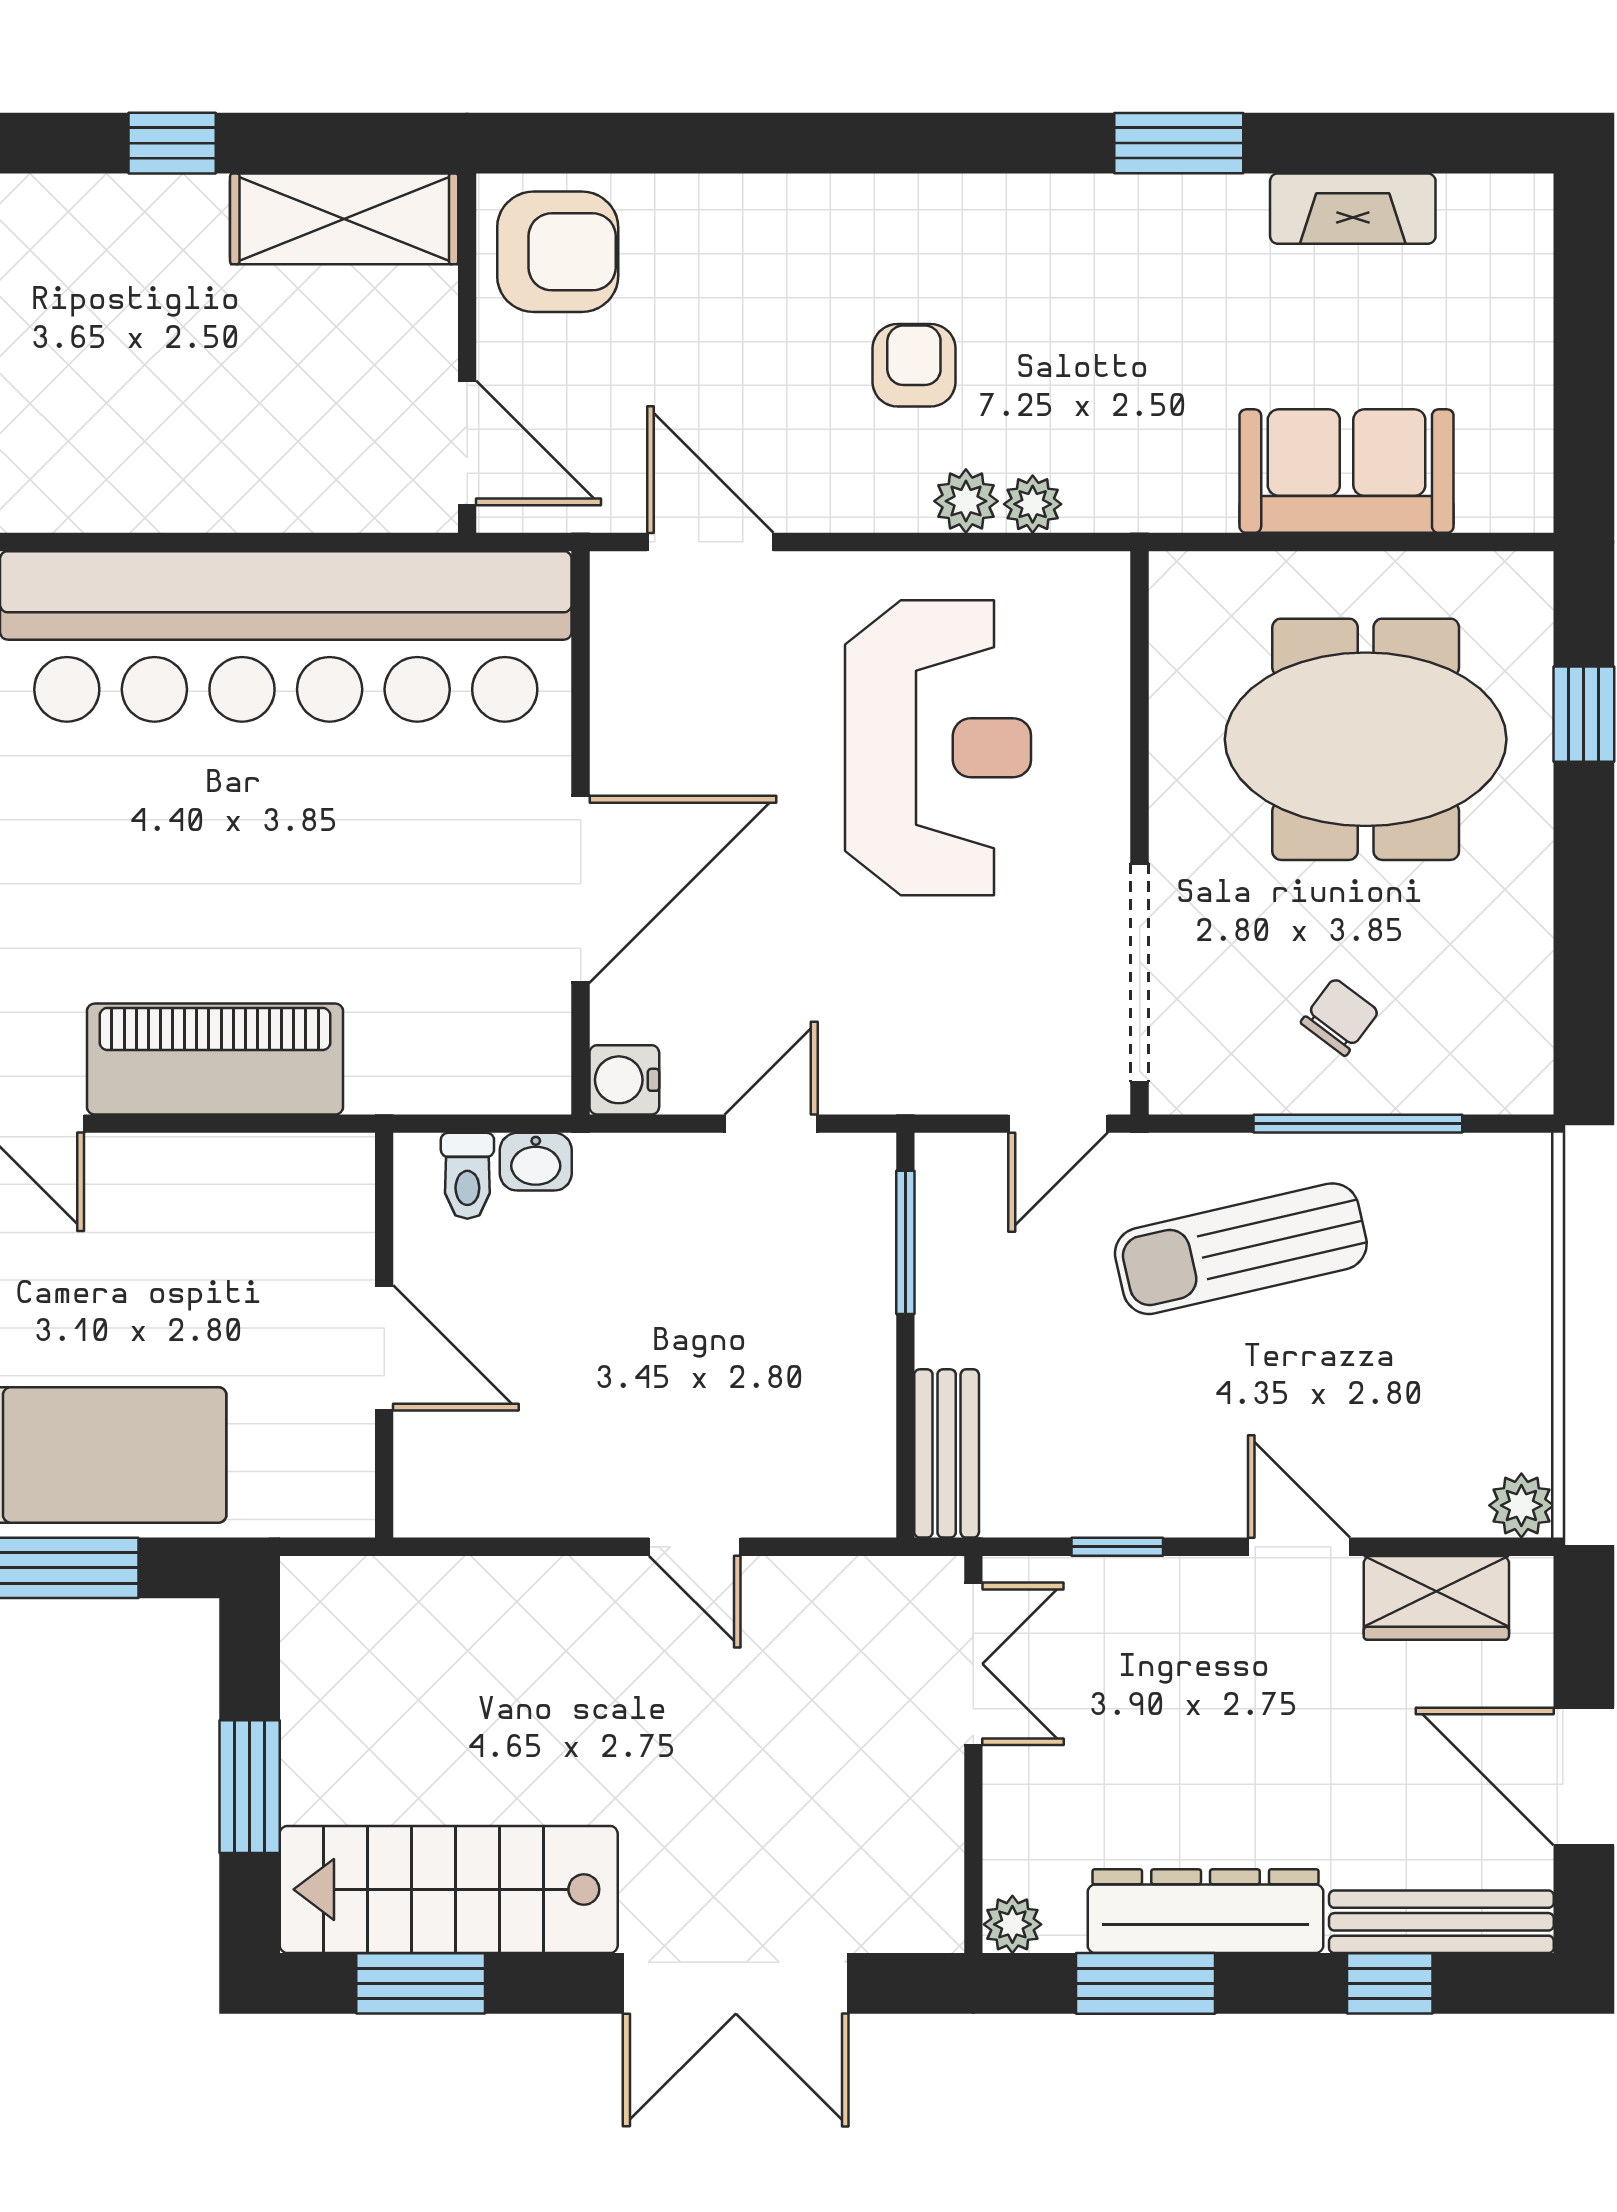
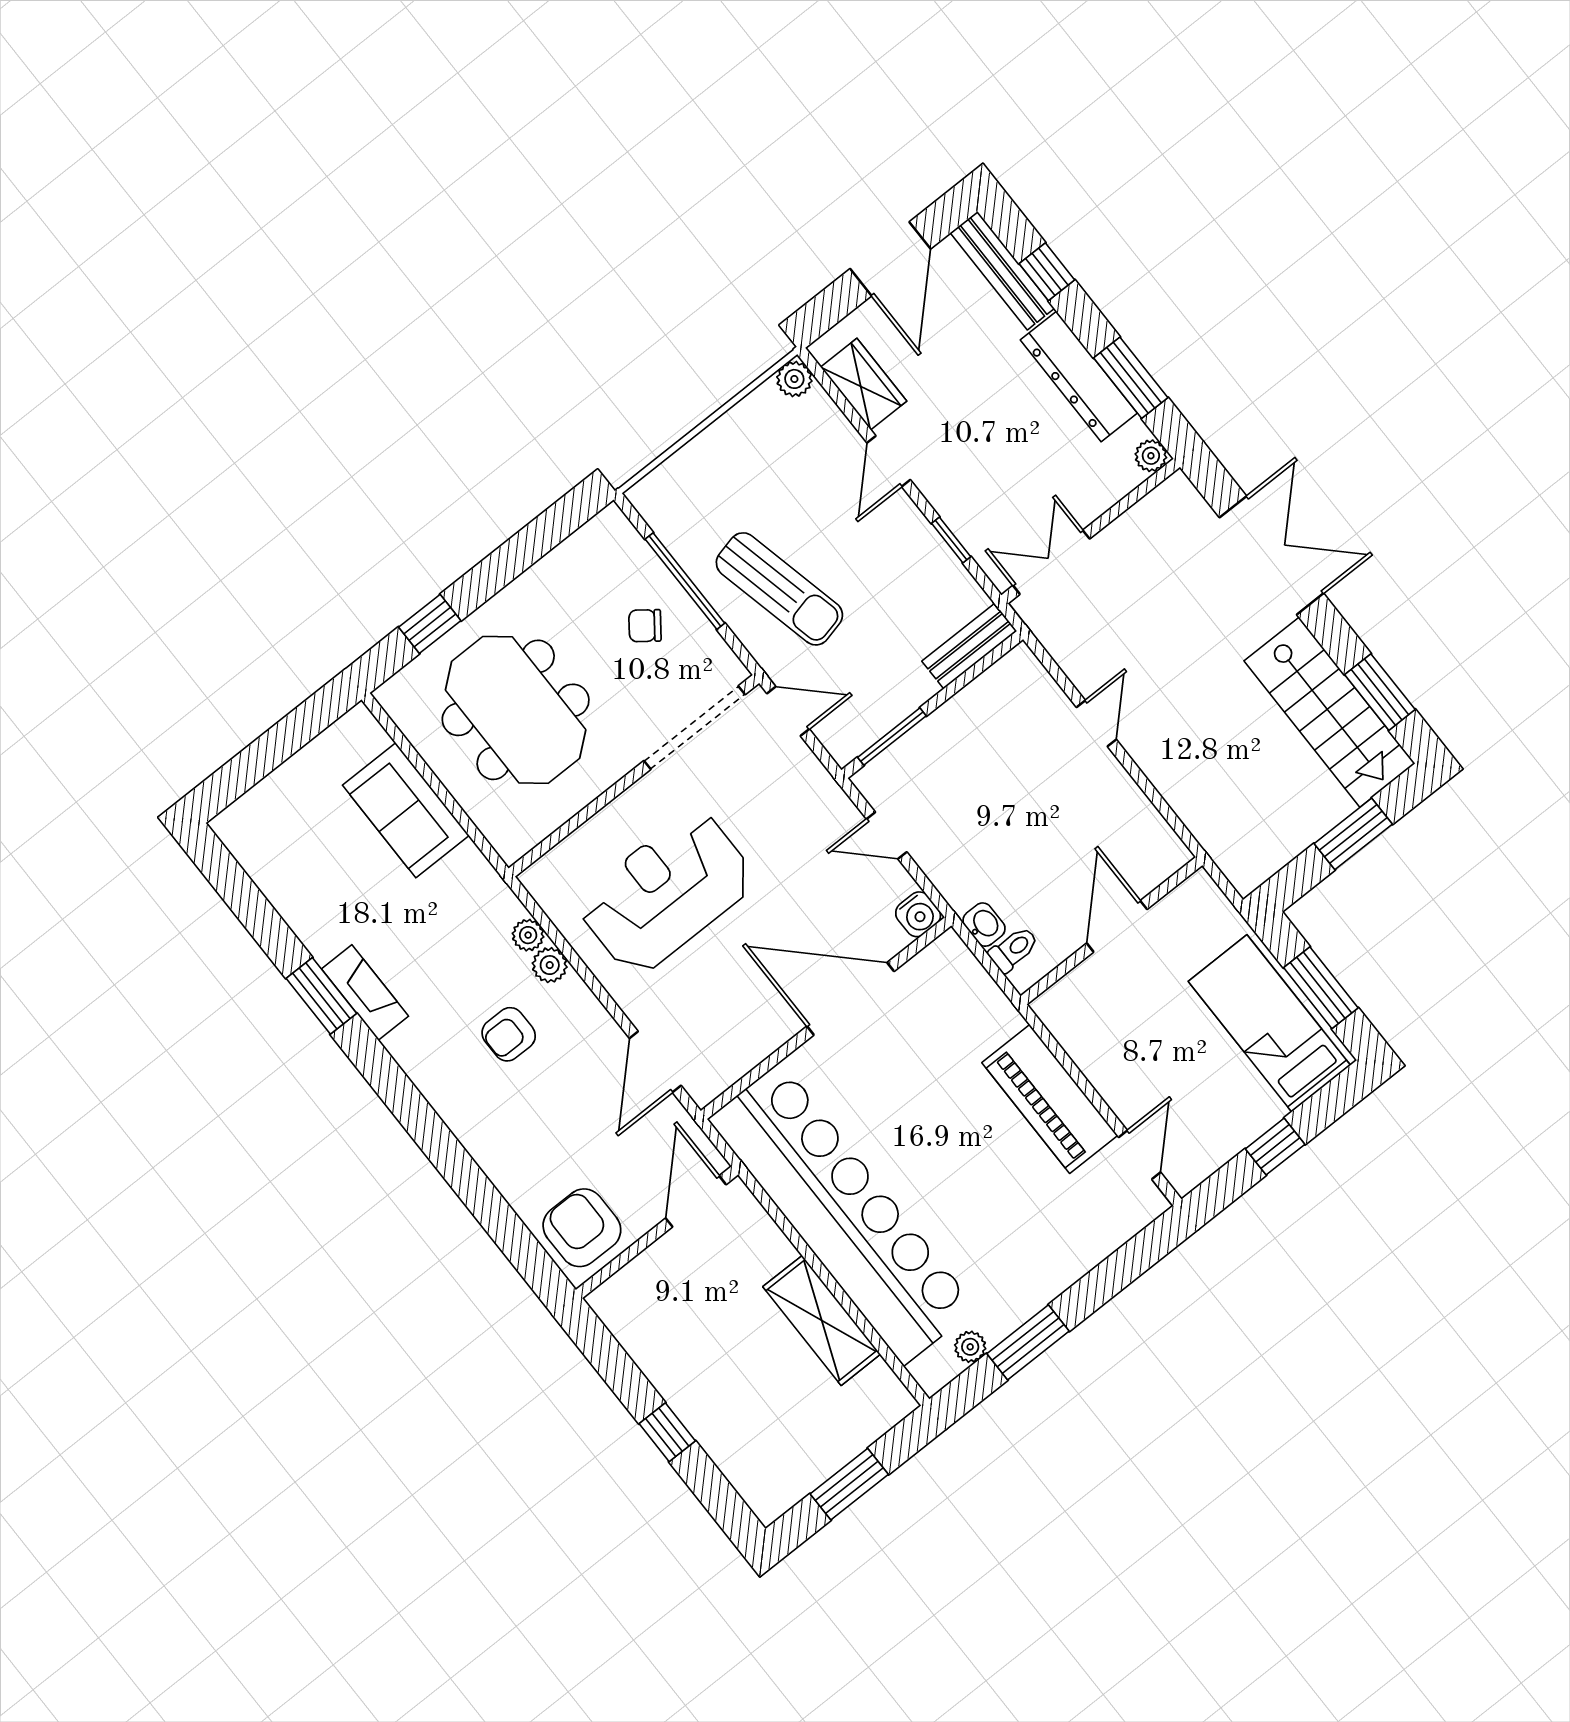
fireplace: (1353, 209) -> (365, 993), moved
shelving: (344, 219) -> (822, 1320), moved

